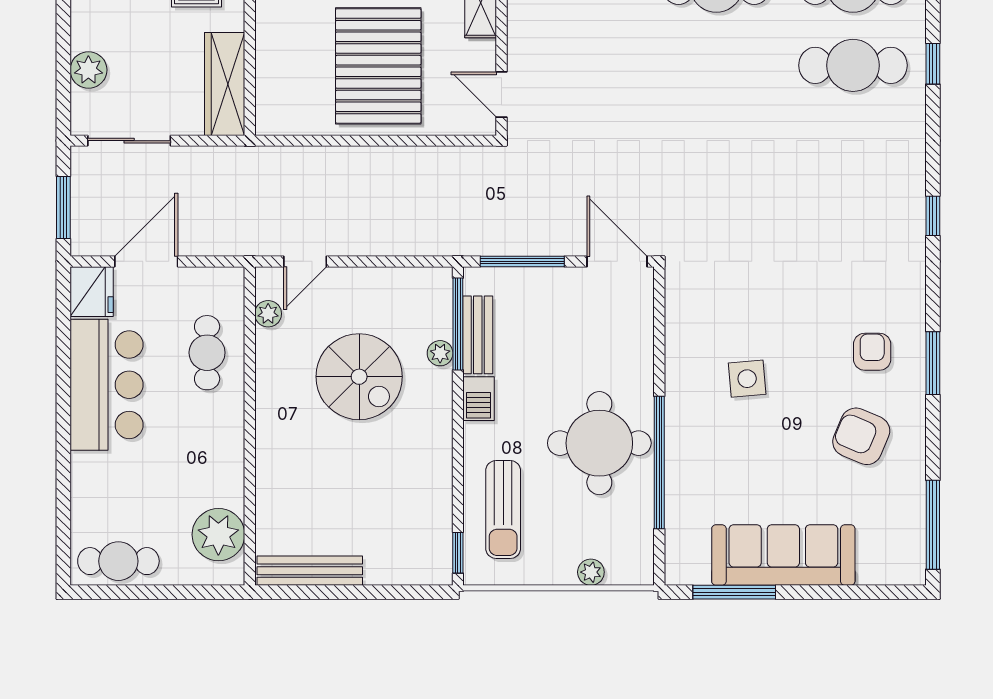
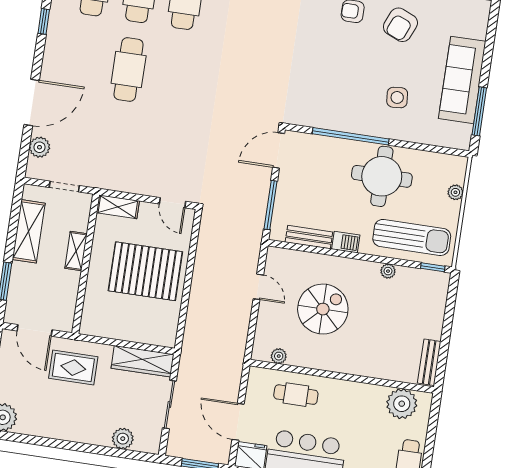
door: (501, 95) -> (172, 203), hinge flipped
sliding door: (129, 141) -> (169, 404), moved
door: (305, 261) -> (258, 287), moved
window: (458, 324) -> (301, 248), removed
plant: (440, 353) -> (388, 271), moved
side table: (747, 379) -> (397, 97), moved
window: (659, 462) -> (351, 136), moved
sun lounger: (503, 509) -> (412, 237), width x1.36, depth x1.34
bench: (310, 571) -> (429, 362), width x0.73

